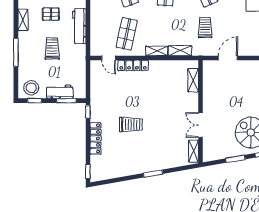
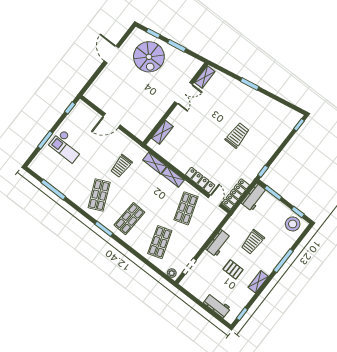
workbench: (79, 26) -> (218, 243), width x0.73
shop shelf: (127, 34) -> (186, 208), turned -30
door: (228, 58) -> (112, 121), moved
workbench: (60, 92) -> (254, 197), moved, turned -90
trolley: (131, 125) -> (237, 135), turned 90
locker: (96, 138) -> (236, 194), moved

